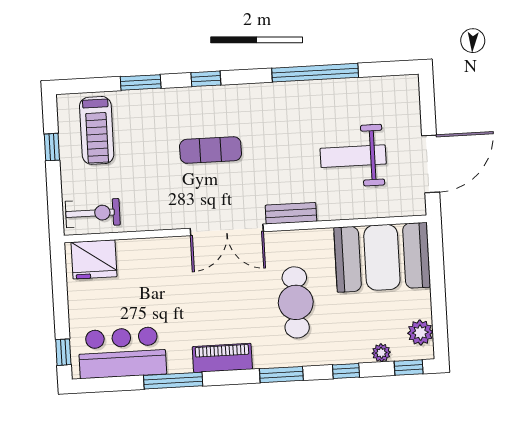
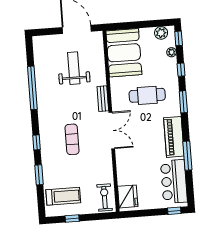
weight bench: (353, 156) -> (74, 68), turned 180
piano: (222, 358) -> (174, 137), width x1.37, depth x1.33

